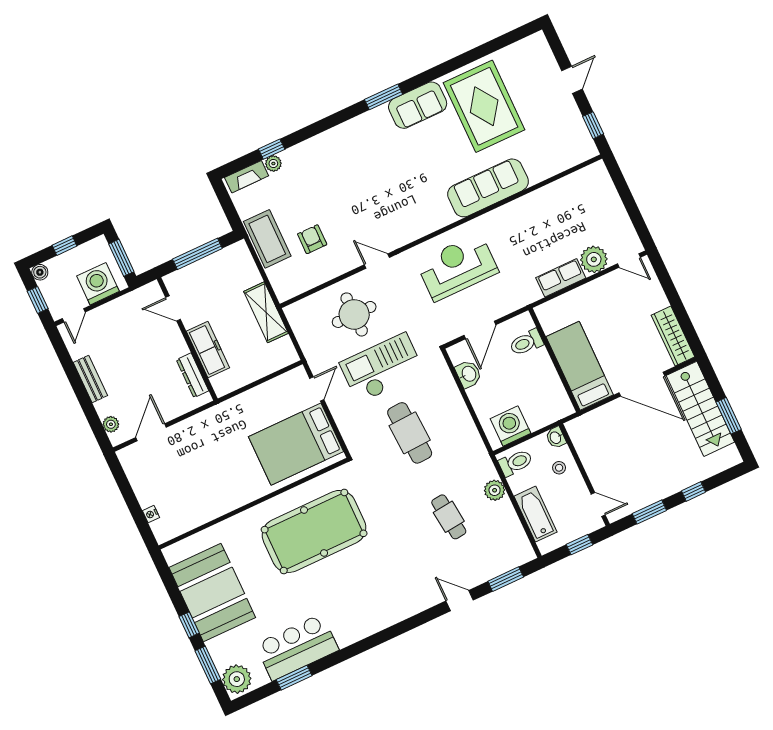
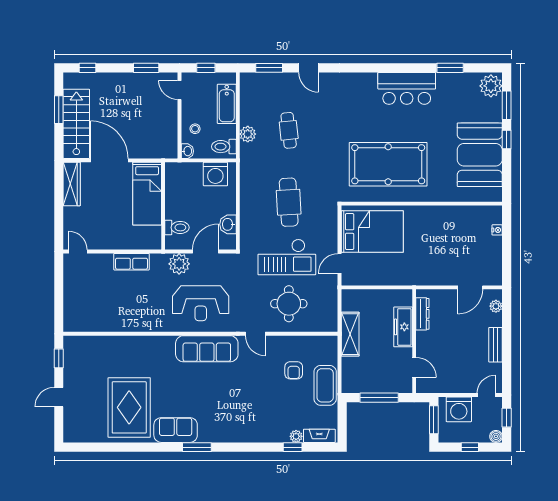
sofa: (488, 188) -> (207, 349), moved
plant: (594, 259) -> (179, 264), moved
window: (693, 491) -> (87, 68), moved
bar counter: (297, 647) -> (407, 88), moved

